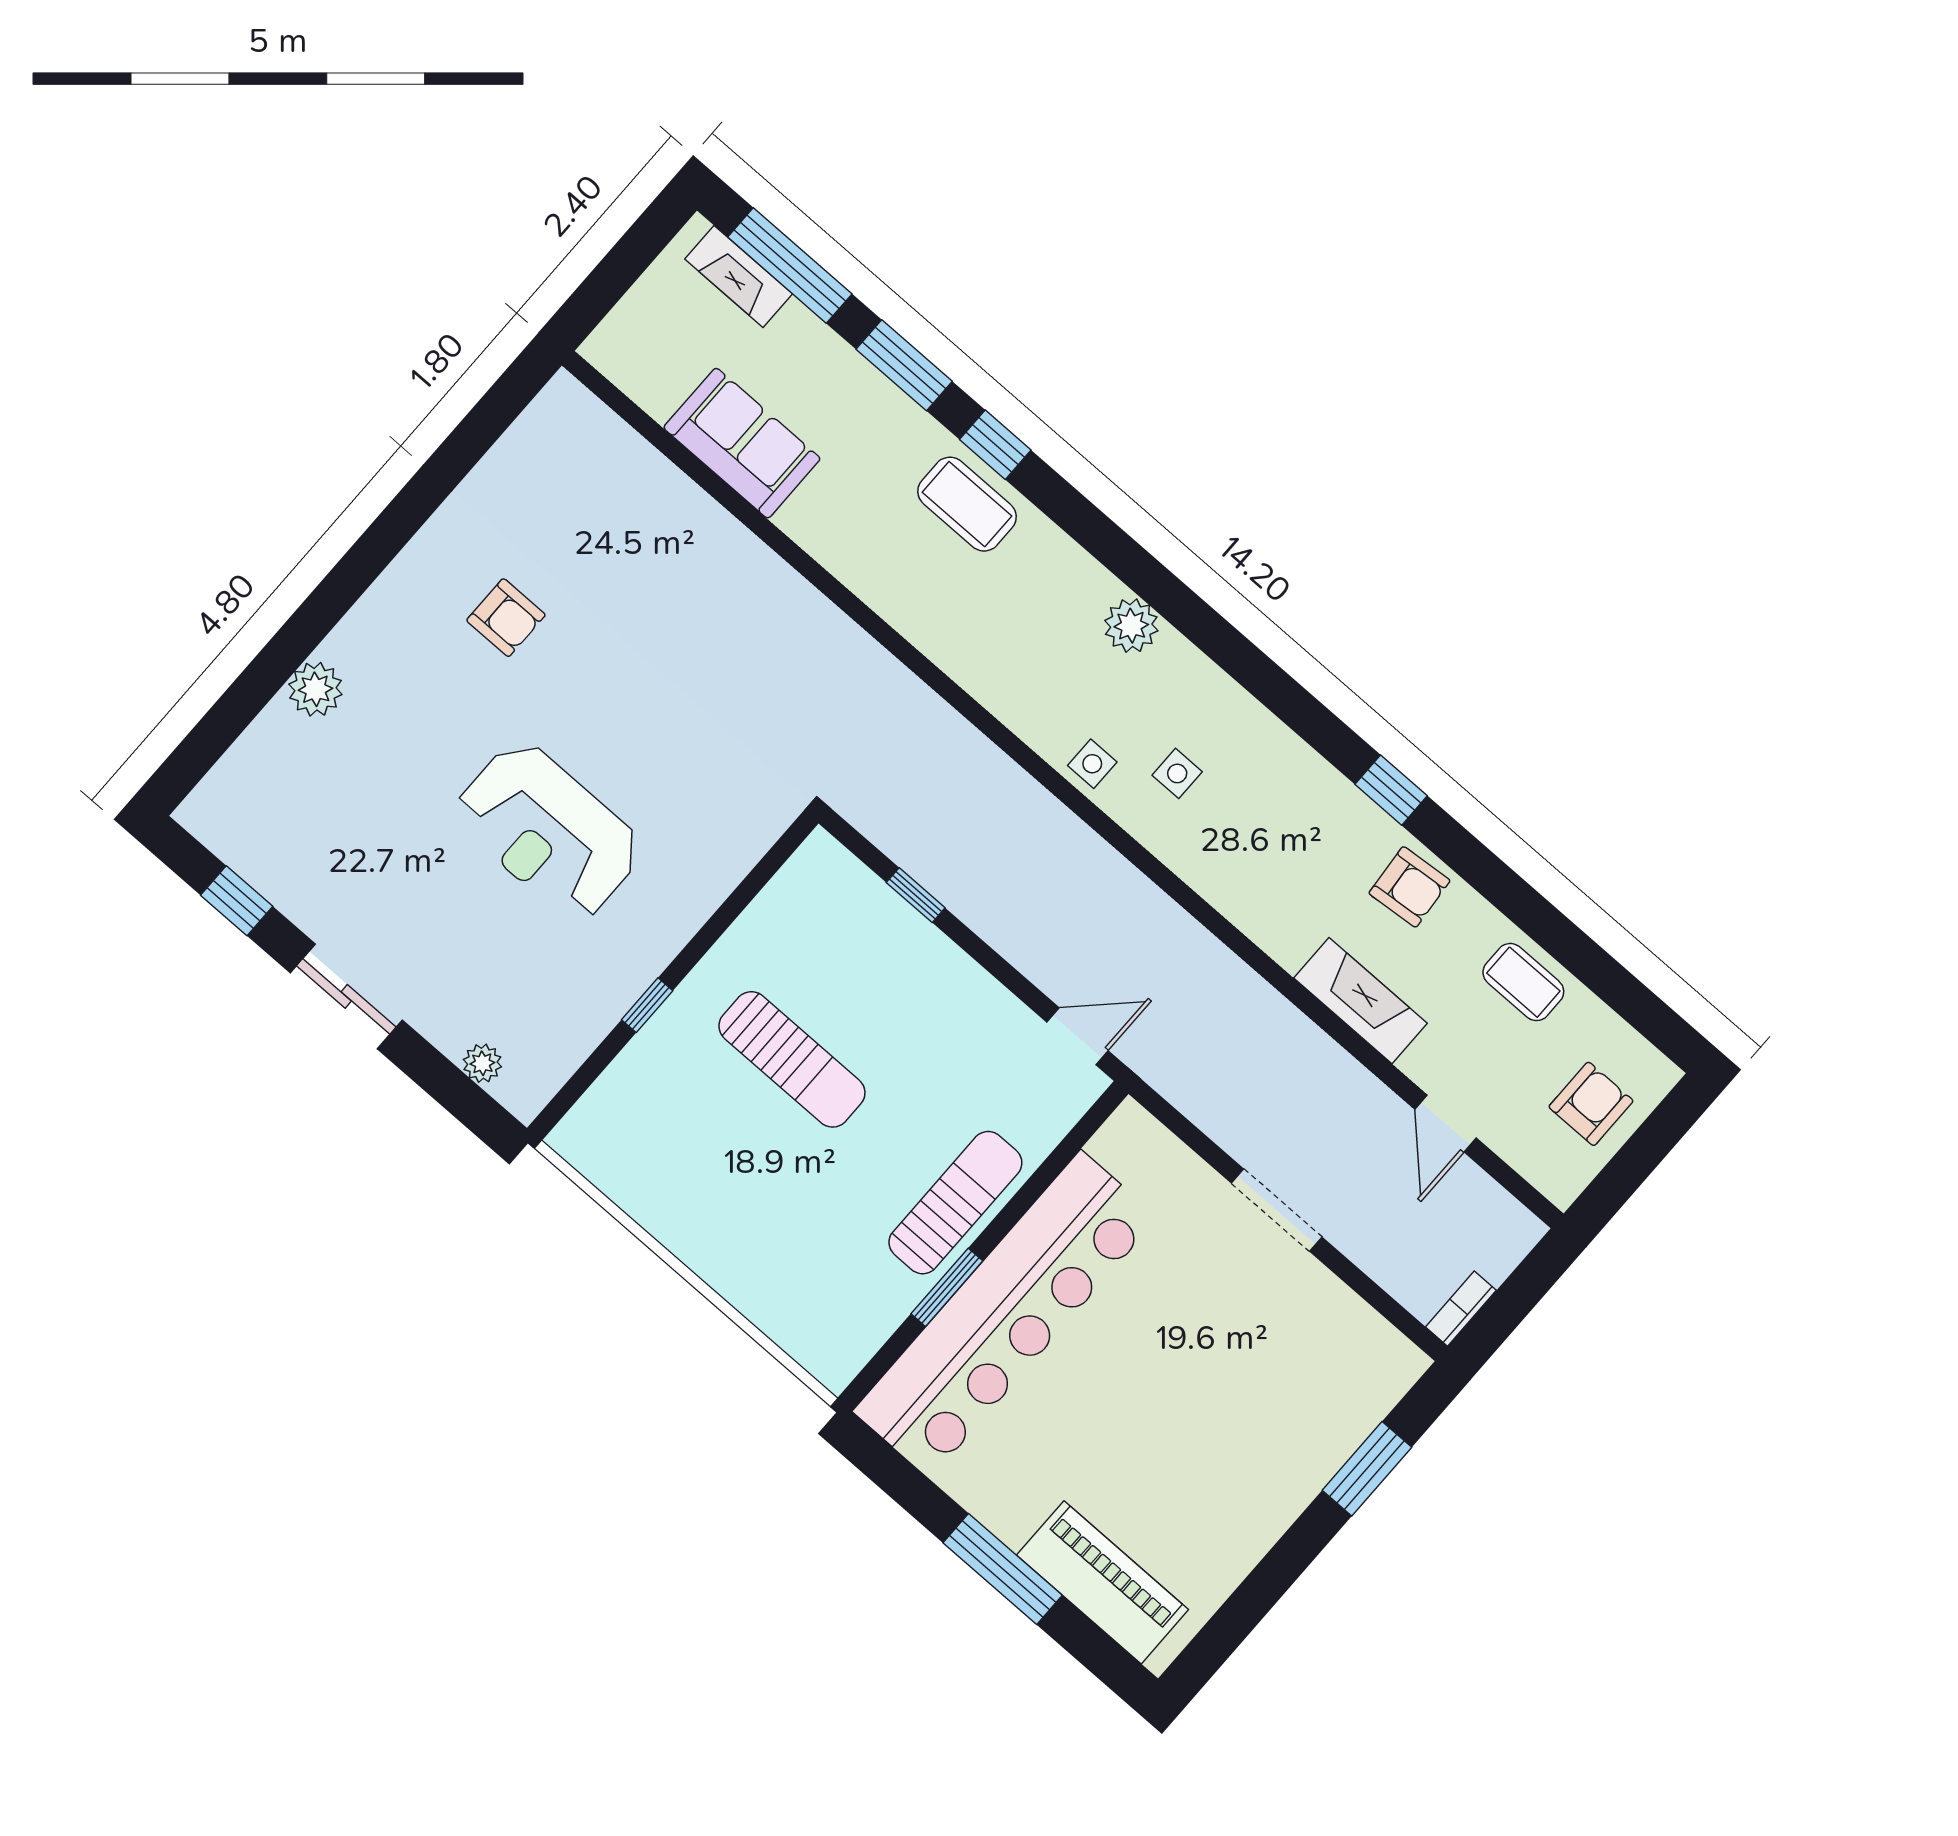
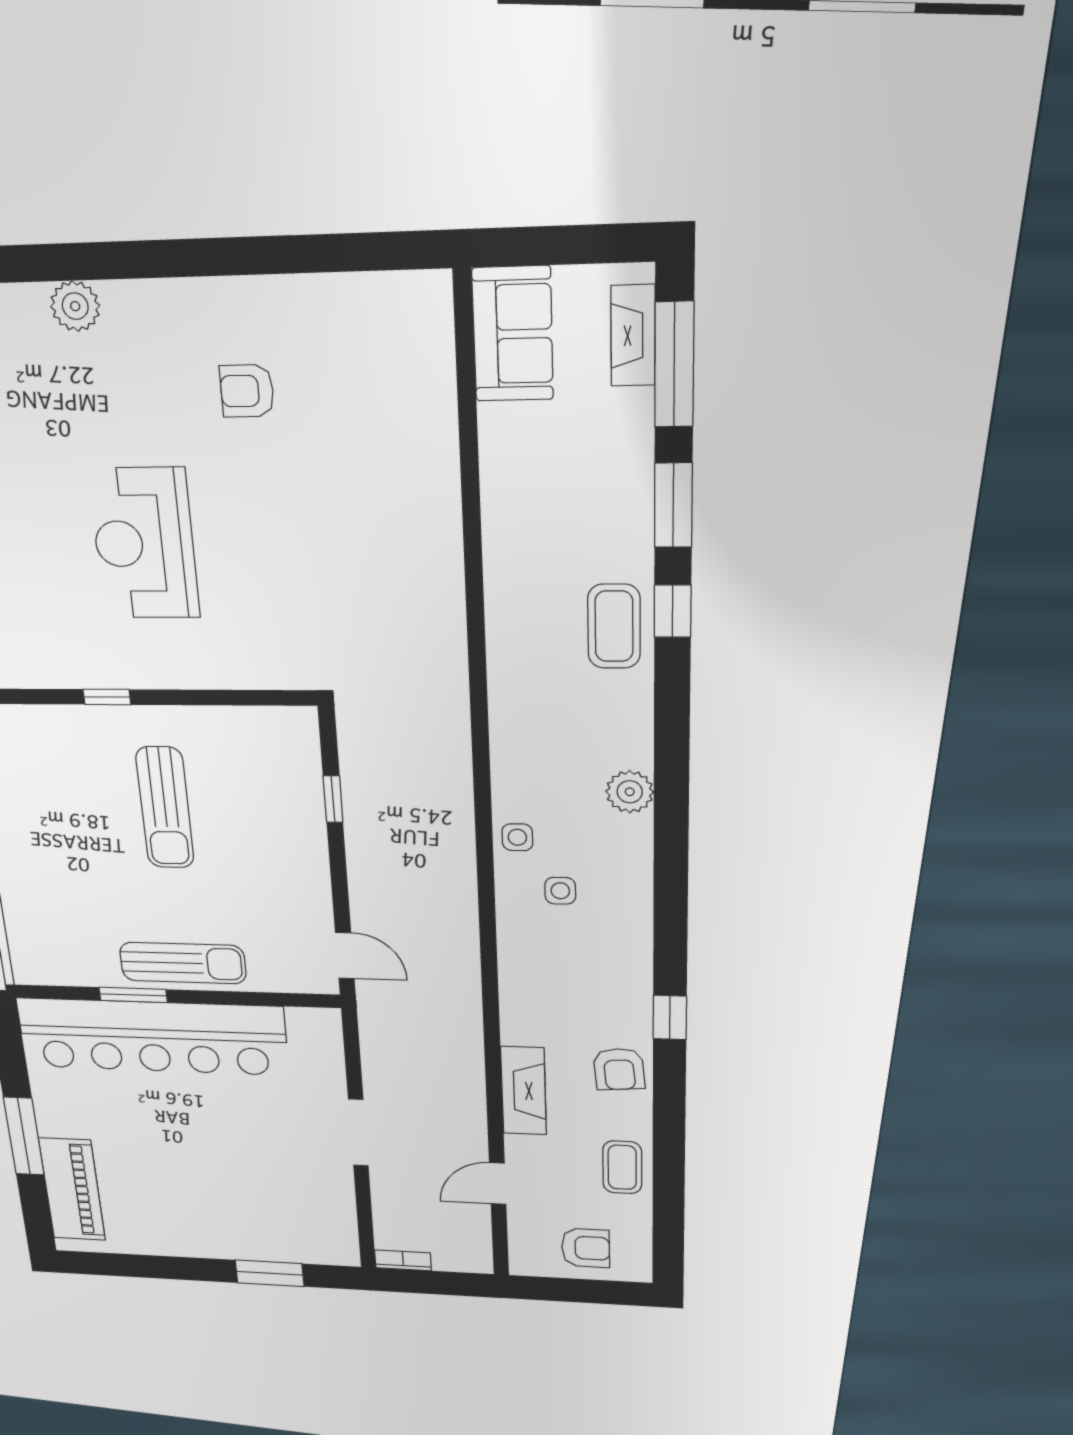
sofa: (742, 443) -> (513, 334), moved
armchair: (506, 618) -> (247, 391), turned 90

